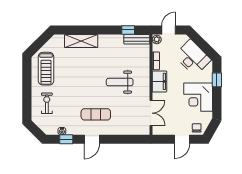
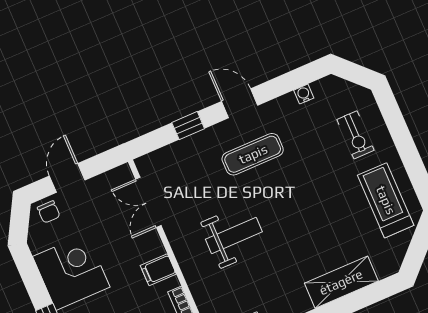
filing cabinet: (159, 81) -> (158, 270), width x0.50
window: (66, 139) -> (188, 126), moved
door: (92, 139) -> (240, 103), hinge flipped

